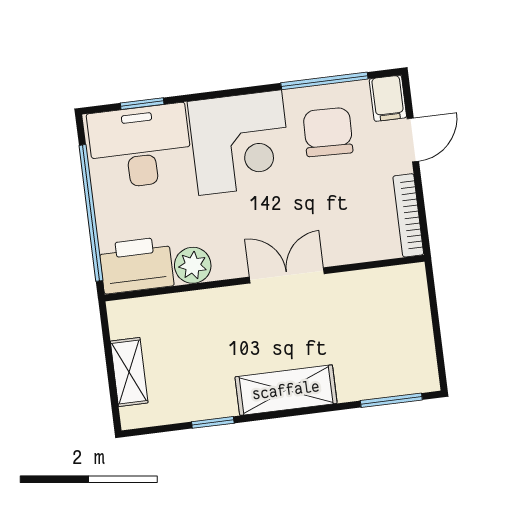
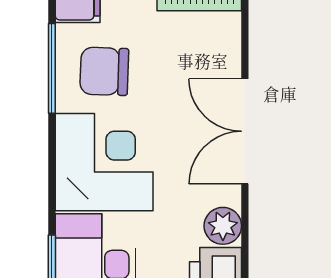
double door: (287, 275) -> (245, 131), width x1.37

